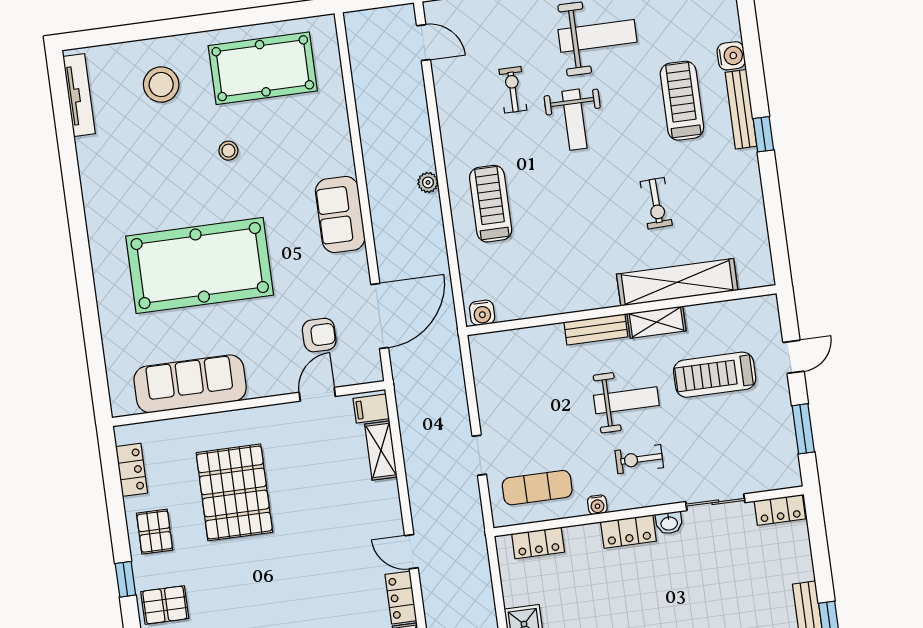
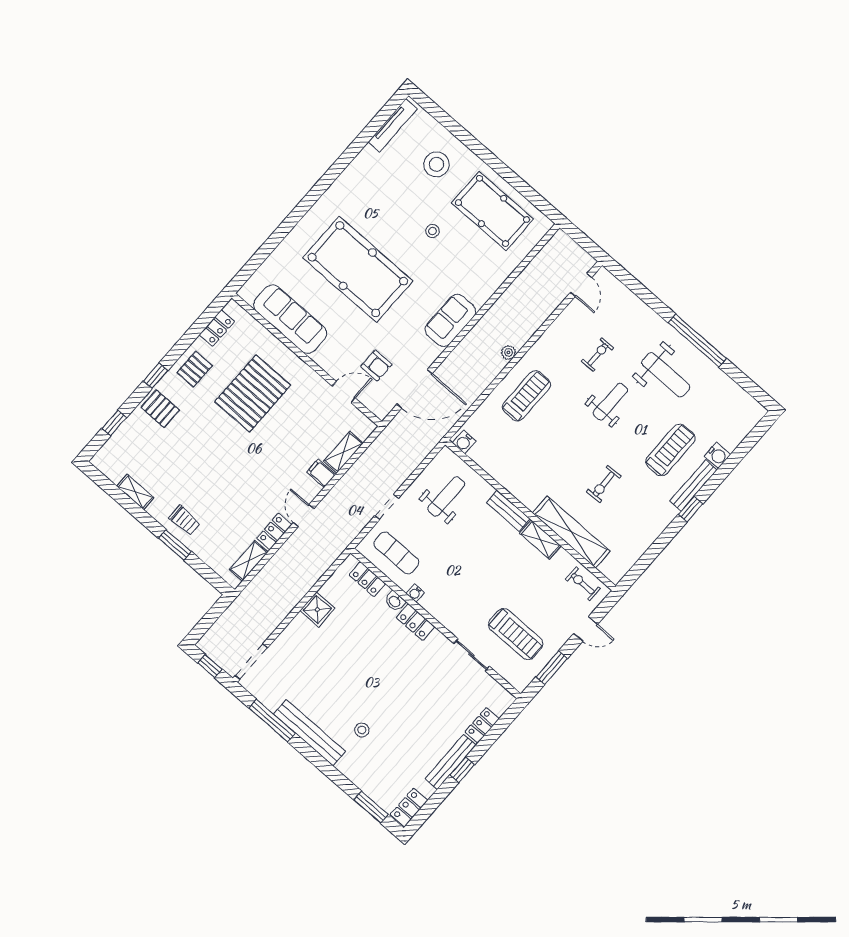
weight bench: (575, 120) -> (610, 402), turned 180
treadmill: (715, 375) -> (516, 634), moved, turned 180
weight bench: (626, 400) -> (446, 496), moved, turned -90
filing cabinet: (371, 408) -> (321, 473), moved
exercise bike: (639, 459) -> (583, 584), moved
locker: (780, 510) -> (482, 725), moved, turned 90
washbasin: (669, 523) -> (395, 601), moved

